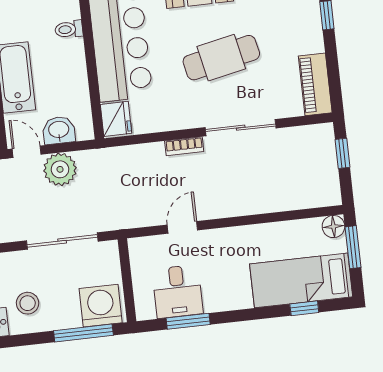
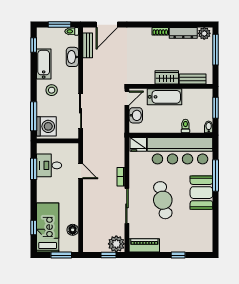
plant: (60, 169) -> (116, 244), moved
floor lamp: (333, 227) -> (73, 230), moved

